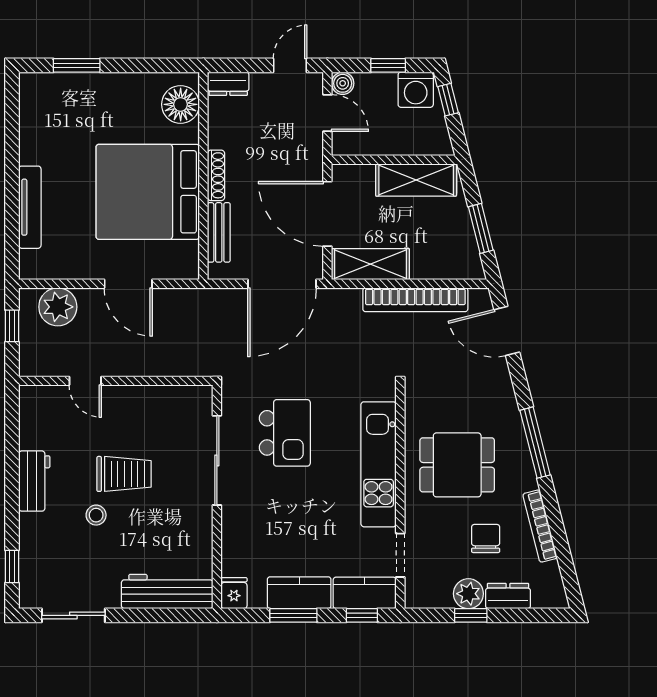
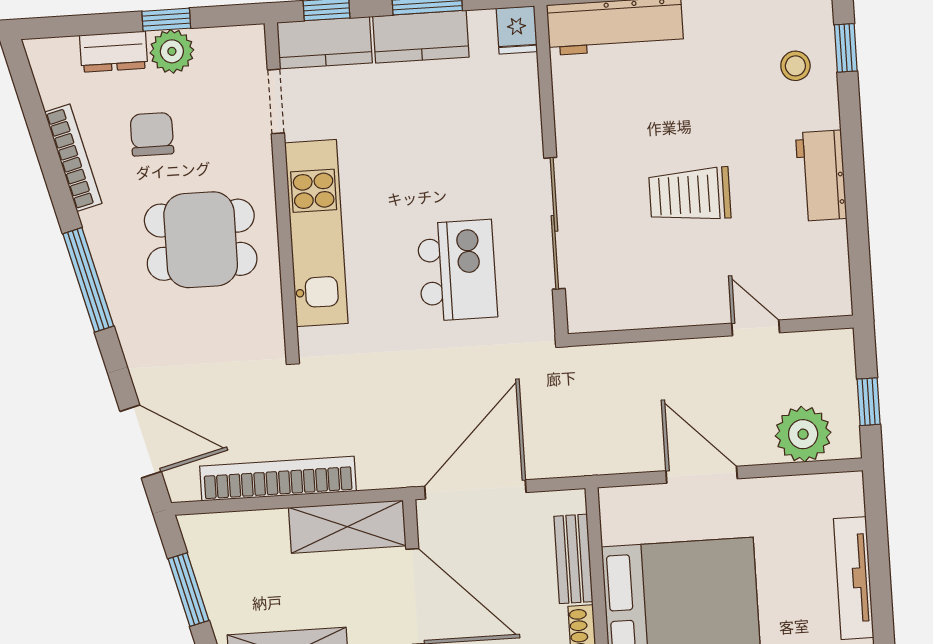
kitchen island: (285, 433) -> (457, 270), turned 180
stool: (96, 515) -> (795, 66), moved
chair: (486, 538) -> (152, 134), turned 180

